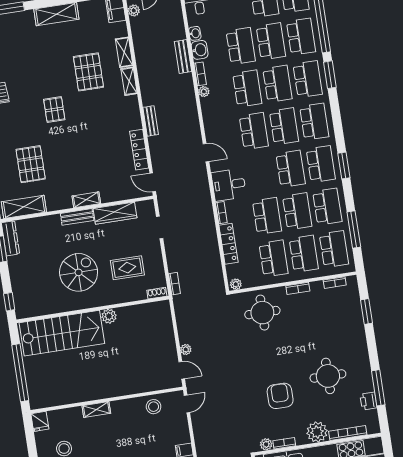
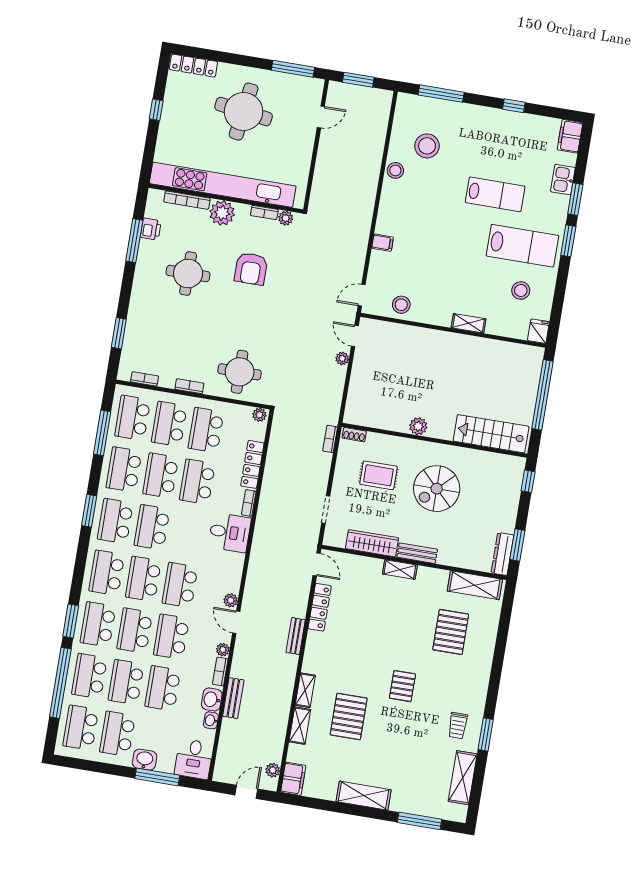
plant: (210, 132) -> (231, 600), added
door: (206, 153) -> (236, 622), moved
stairs: (62, 333) -> (491, 434), width x0.73, depth x0.66

